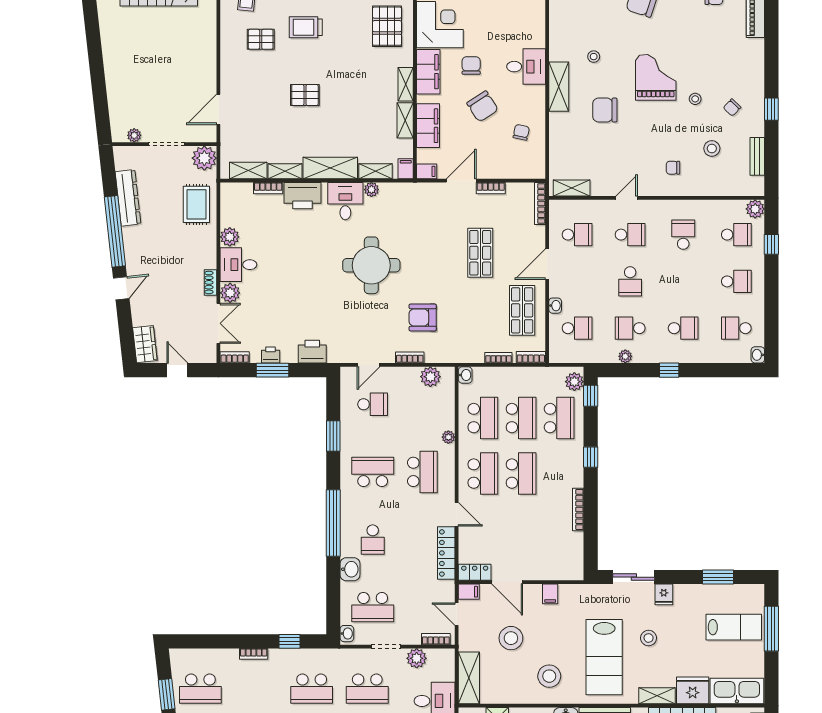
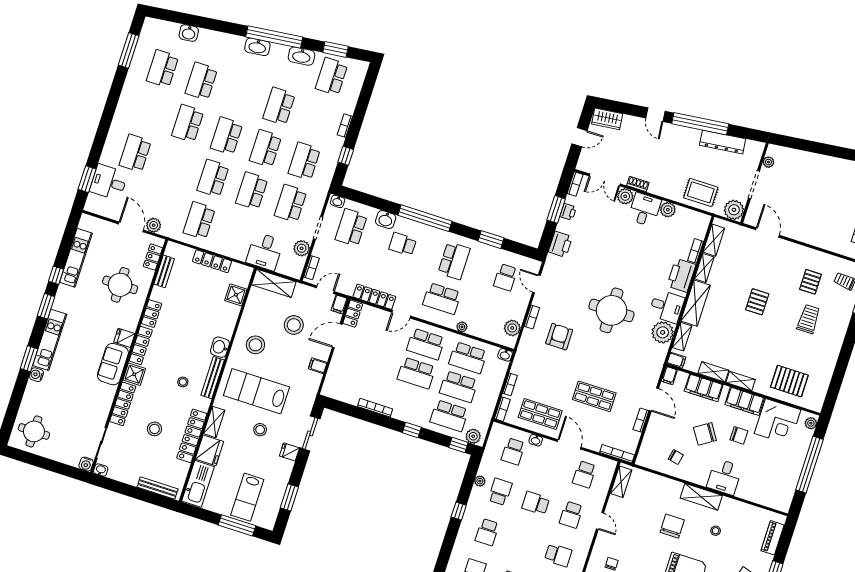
plant: (371, 190) -> (663, 332), width x1.88, depth x1.88

